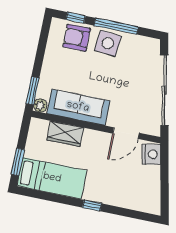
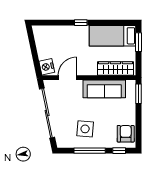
armchair: (77, 38) -> (126, 134), moved, turned -90
side table: (108, 43) -> (85, 129), moved
plant: (40, 105) -> (131, 85), removed
wardrobe: (65, 134) -> (115, 69), width x1.50

